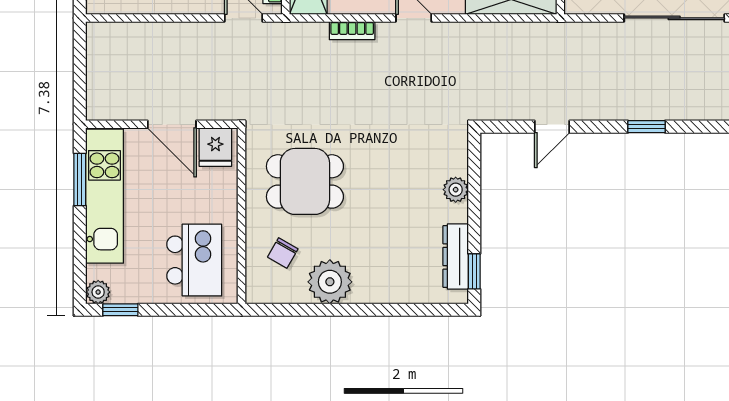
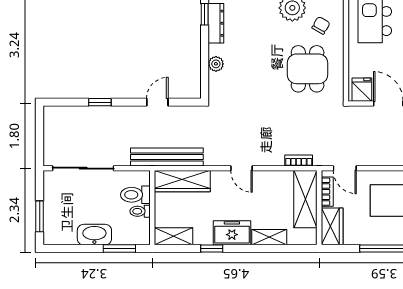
bookcase: (352, 31) -> (299, 160), moved
bench: (537, 36) -> (167, 157), added
dining table: (305, 181) -> (308, 69), turned 90

